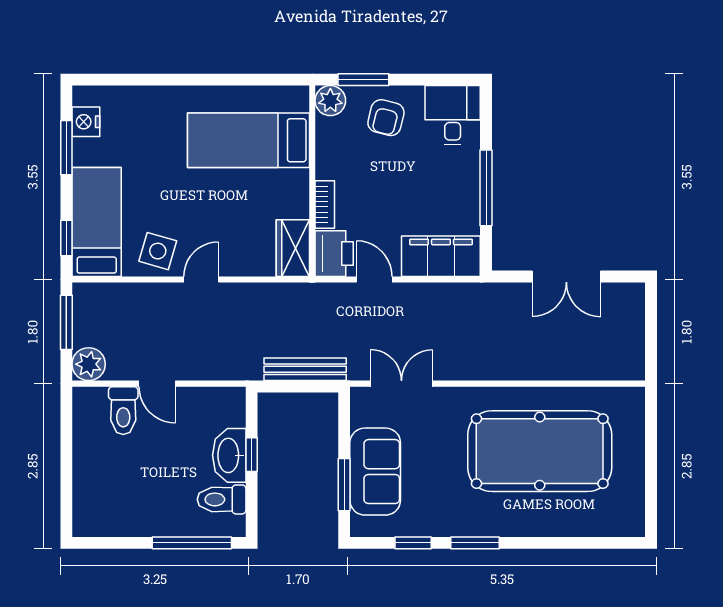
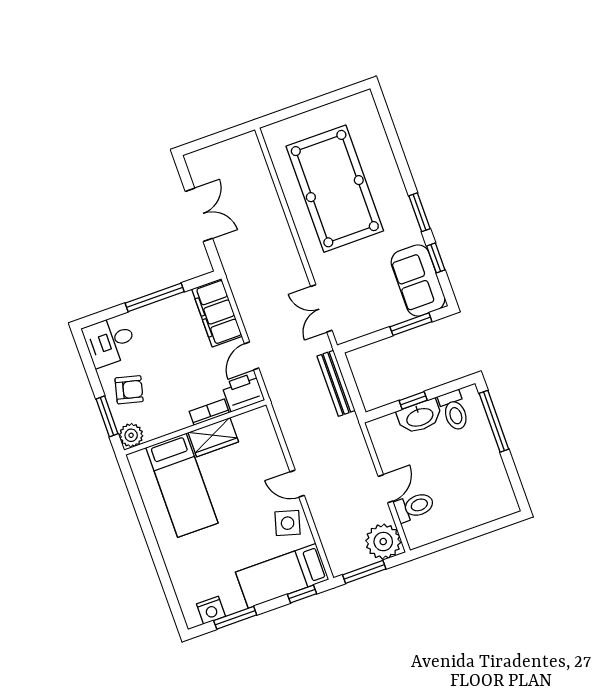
wardrobe: (293, 248) -> (213, 437), moved
plant: (89, 364) -> (383, 542), width x1.36, depth x1.36
sofa: (375, 472) -> (418, 281), moved, turned -90

